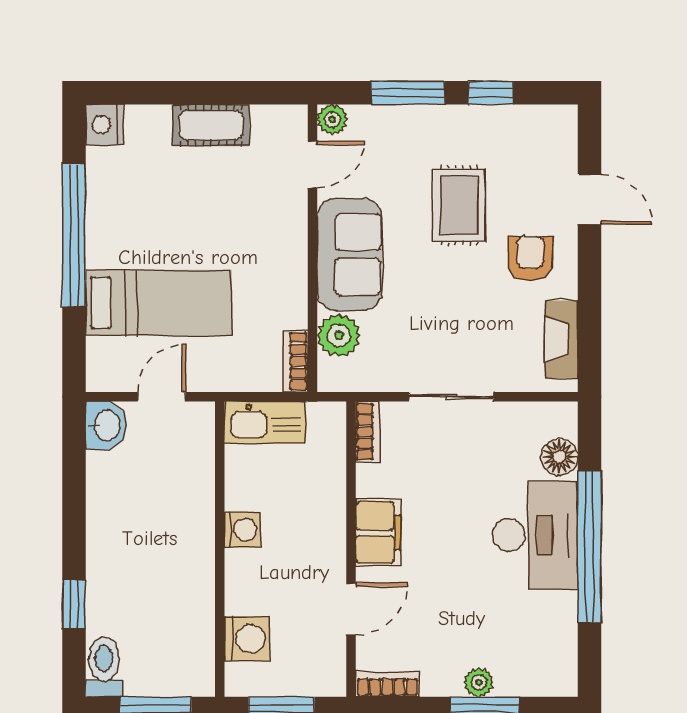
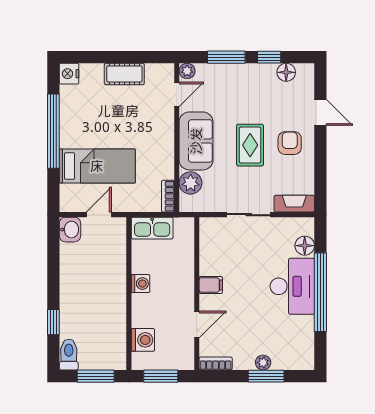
floor lamp: (524, 122) -> (286, 72), added
rug: (459, 205) -> (250, 145), moved
fireplace: (561, 339) -> (294, 204), moved, turned 90
bookcase: (368, 432) -> (206, 233), removed
filing cabinet: (378, 533) -> (211, 285), width x0.50

